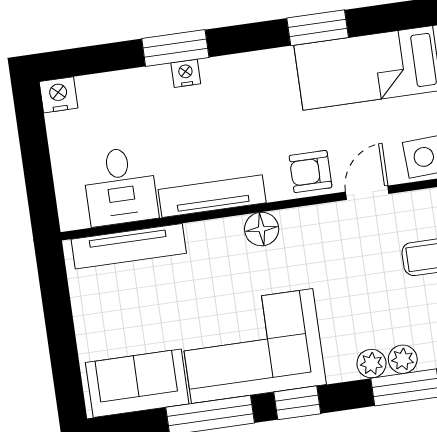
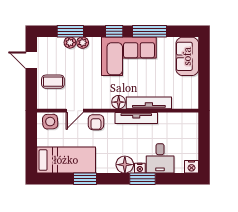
floor lamp: (224, 77) -> (125, 165), added
armchair: (310, 172) -> (96, 122), turned 90
desk: (120, 186) -> (160, 158), moved, turned 180
tv unit: (129, 246) -> (149, 103), moved
sofa: (137, 383) -> (187, 56), moved, turned 90

